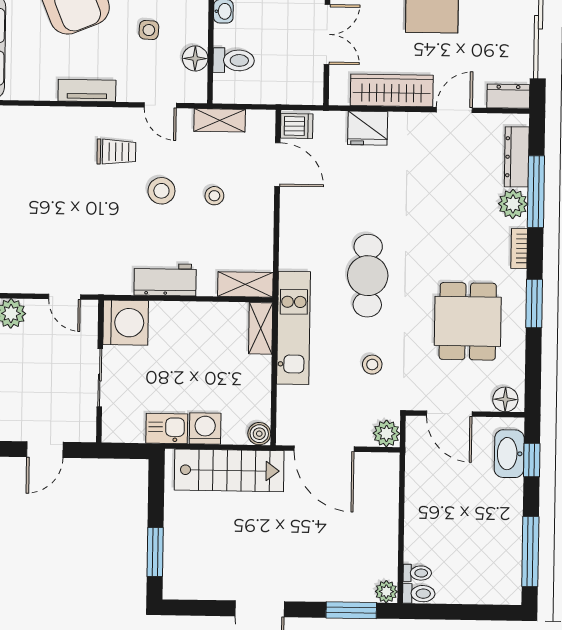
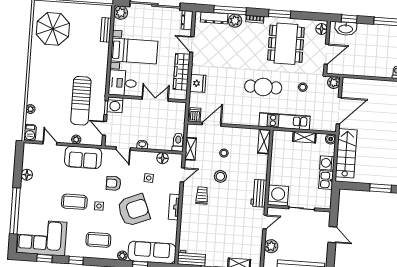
toilet: (234, 60) -> (178, 142), moved
workbench: (165, 280) -> (259, 193), moved
dining table: (468, 321) -> (286, 44), width x1.38
shelving: (261, 328) -> (304, 137), moved

